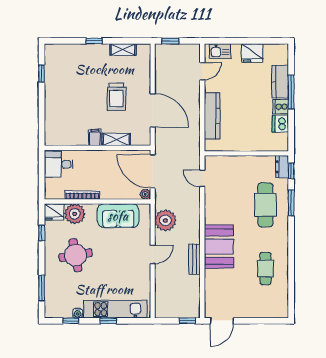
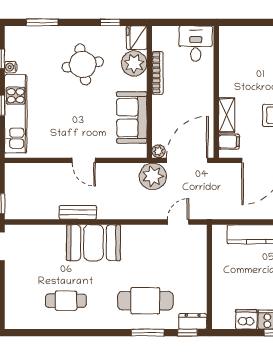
filing cabinet: (95, 138) -> (229, 142), moved
plant: (165, 220) -> (153, 176), moved

